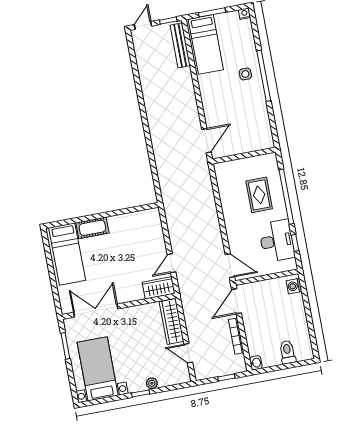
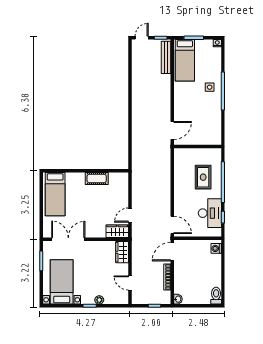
cot: (92, 228) -> (97, 178), moved
wardrobe: (172, 322) -> (122, 252), width x0.67
toilet: (287, 352) -> (216, 296), moved

